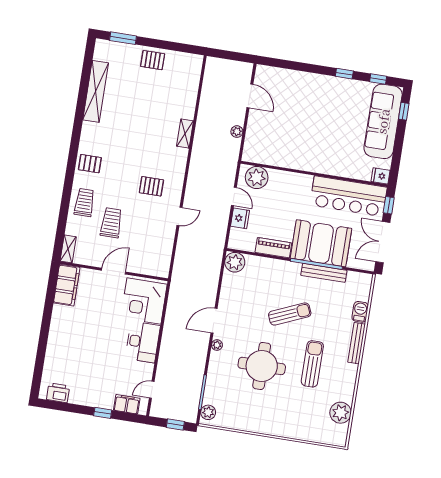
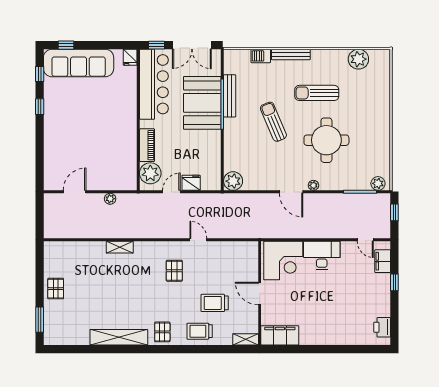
shelving: (96, 91) -> (119, 337), moved
piano: (273, 248) -> (147, 145), moved, turned 180

